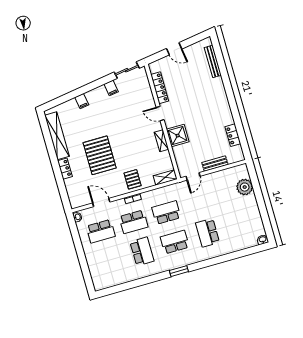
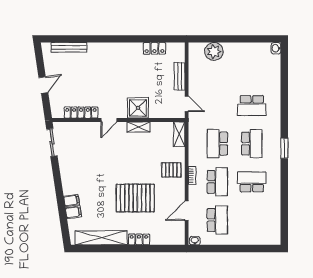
filing cabinet: (111, 88) -> (73, 212), moved
school desk: (175, 242) -> (252, 144), turned 180

